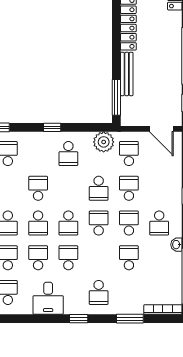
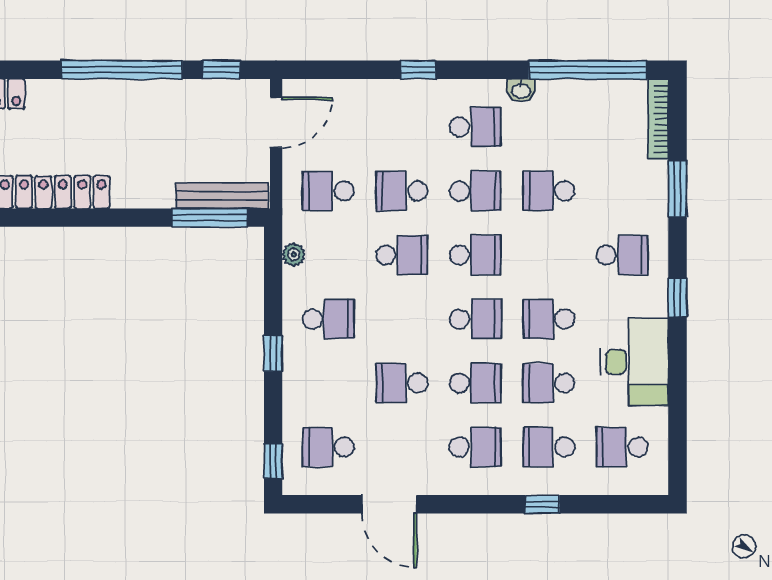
bench: (127, 74) -> (222, 196), moved
plant: (104, 142) -> (294, 254), width x0.53, depth x0.53
school desk: (99, 223) -> (475, 255), turned 180
school desk: (129, 223) -> (475, 191), turned 180
desk: (48, 298) -> (634, 362), width x1.37

